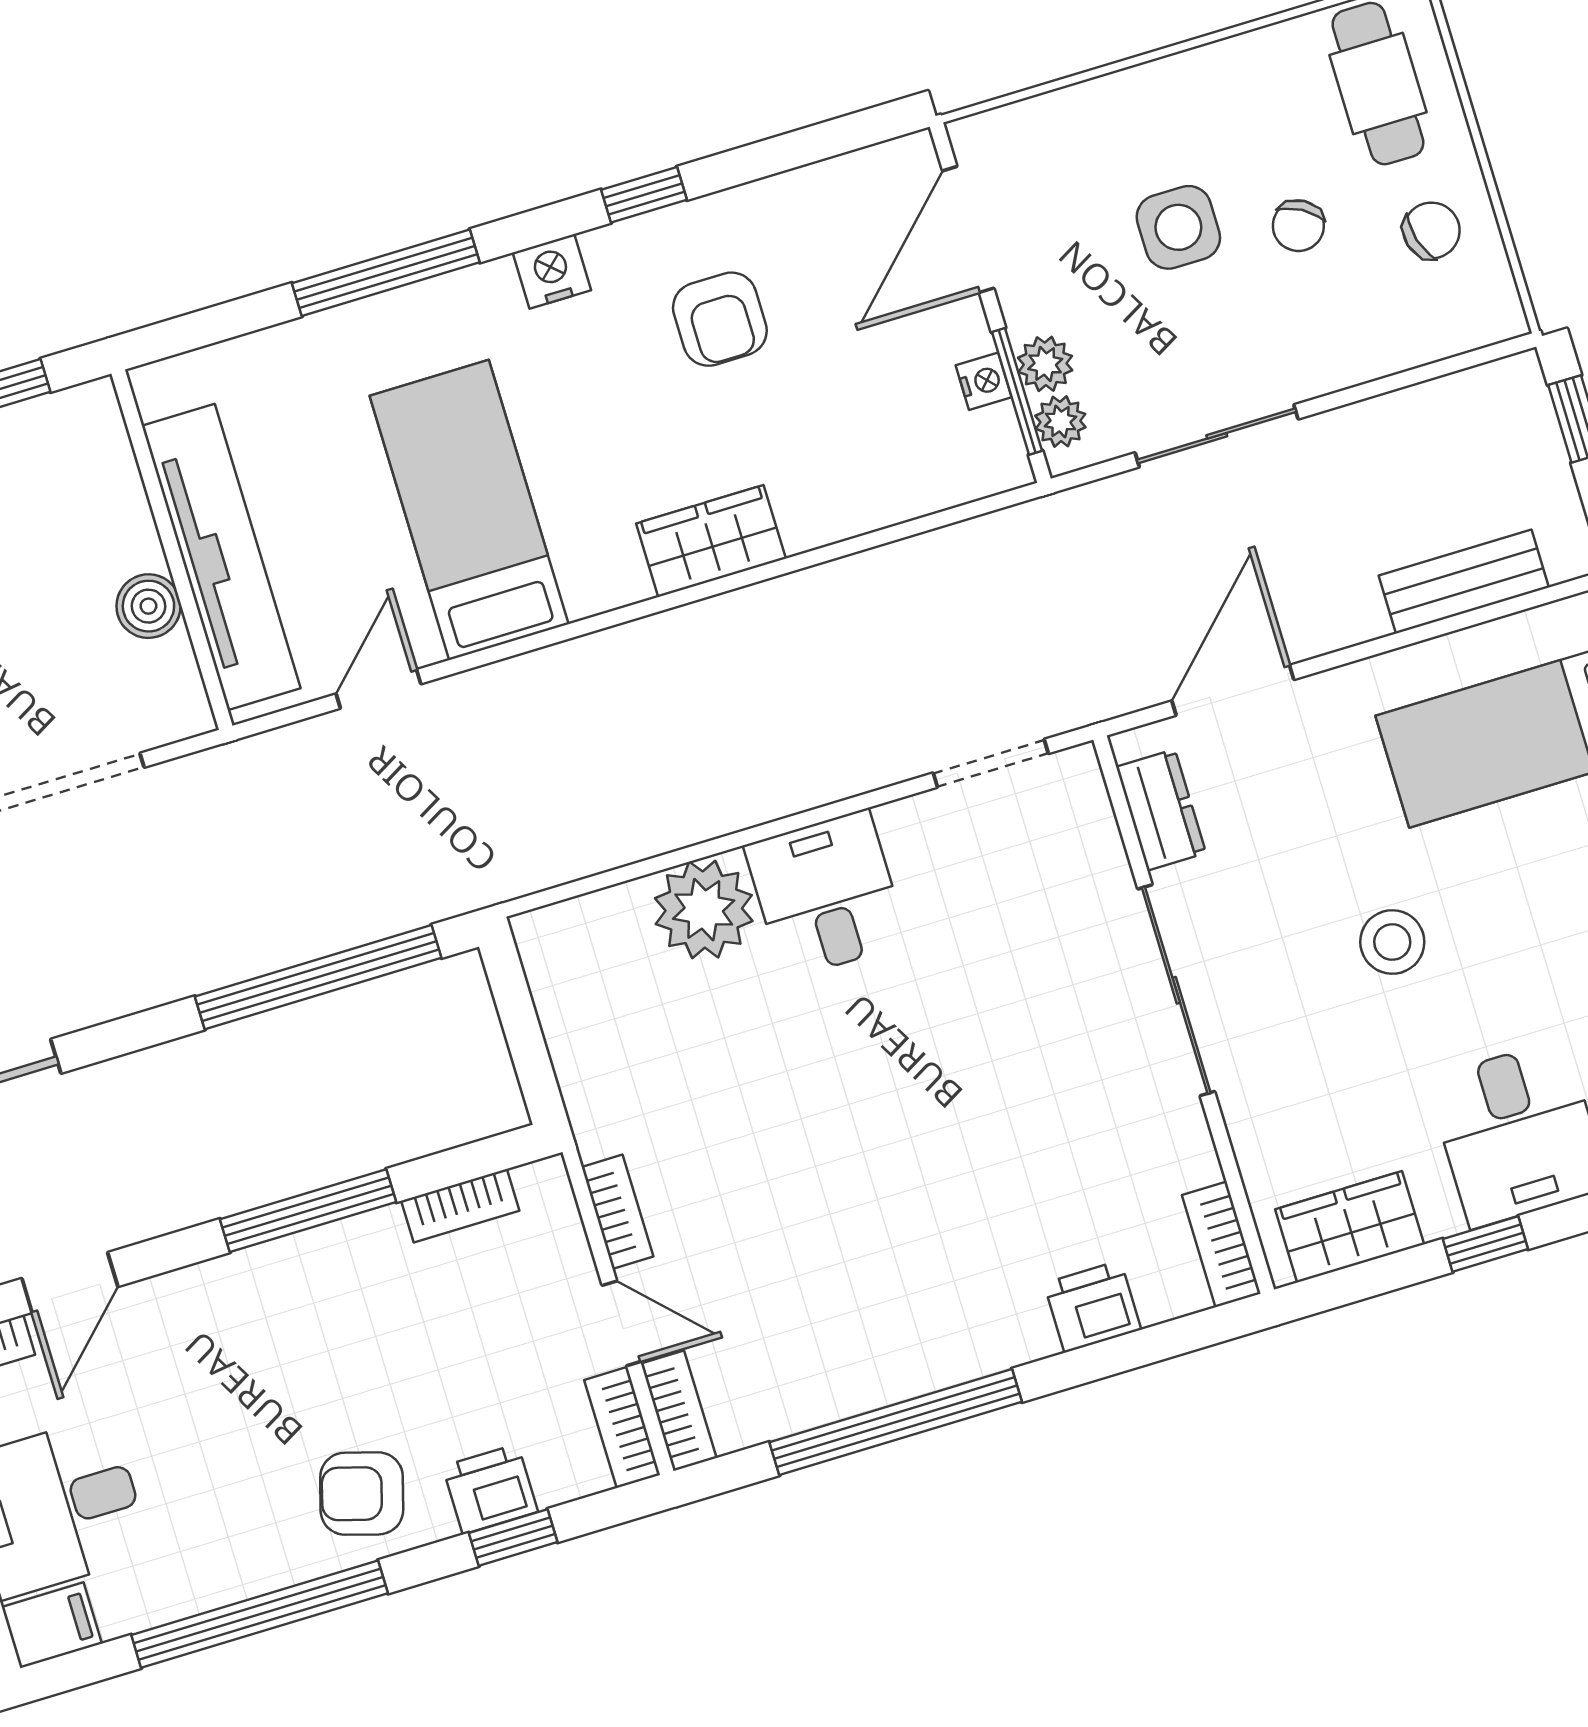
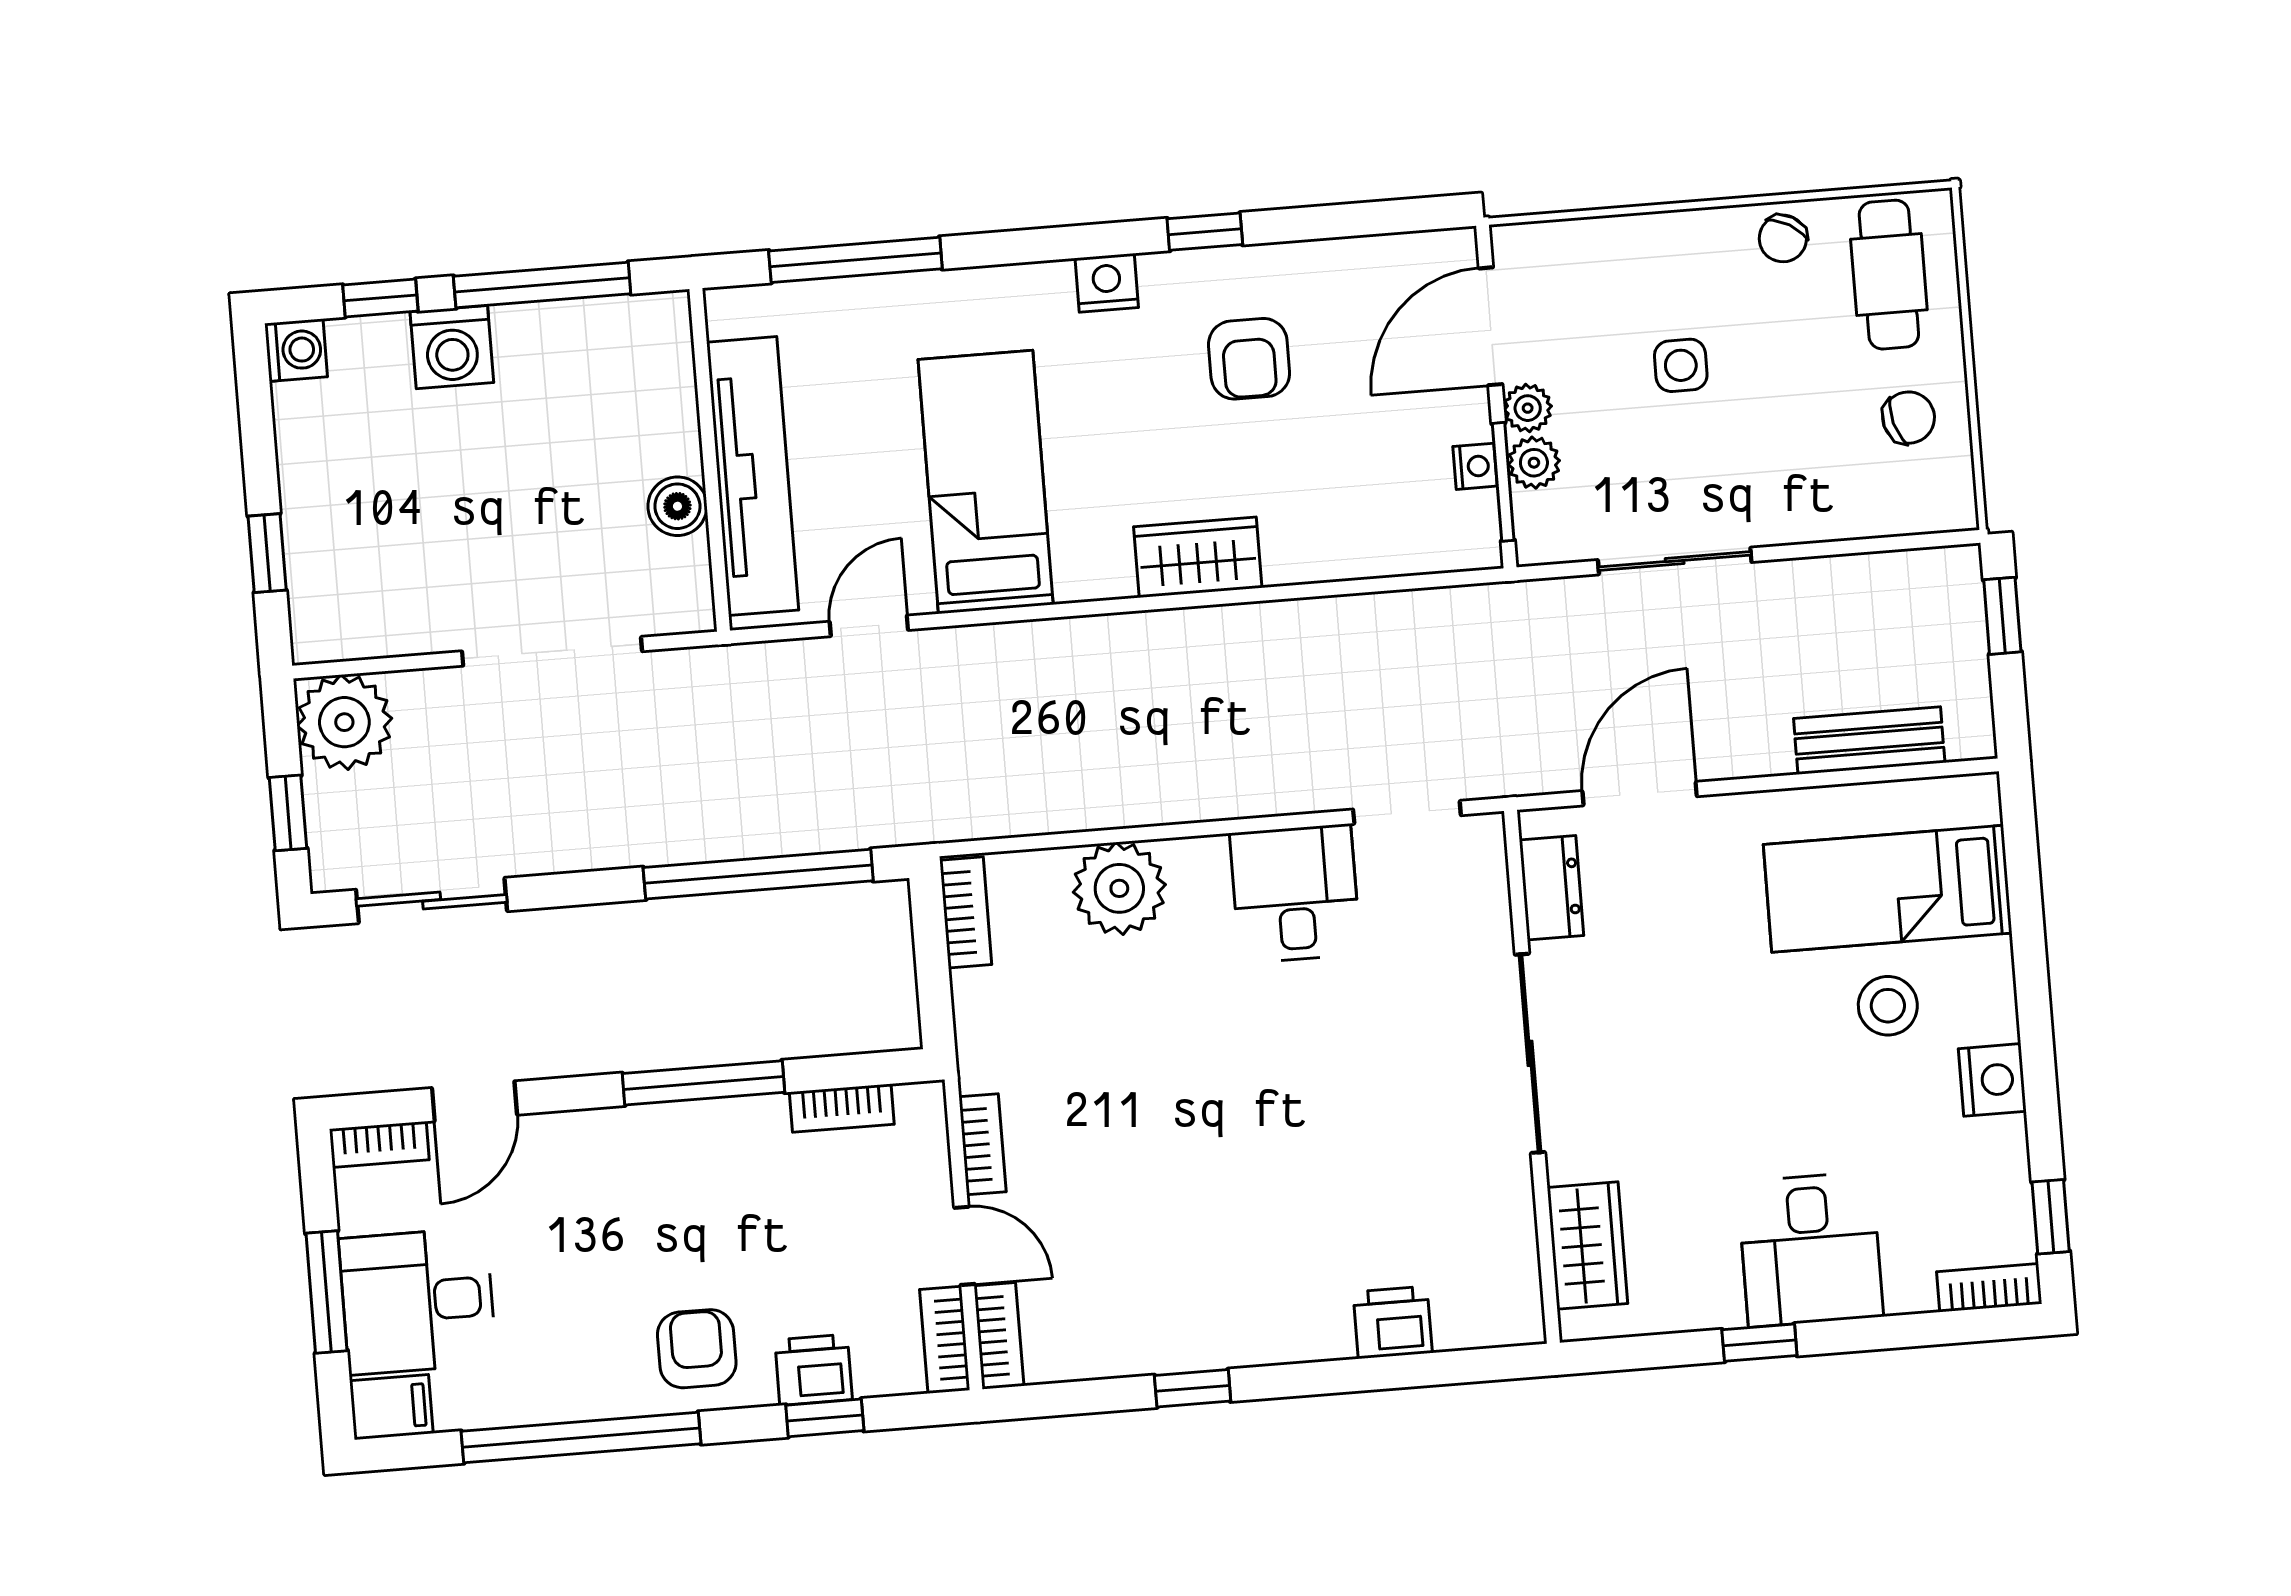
chair: (1298, 226) -> (1783, 238), moved
side table: (1178, 227) -> (1681, 365), width x0.73, depth x0.73
window: (386, 273) -> (855, 260), moved
plant: (1060, 421) -> (1528, 408), moved
desk: (826, 894) -> (1295, 894), moved
stool: (1392, 942) -> (1888, 1006), moved
wardrobe: (1350, 1227) -> (1587, 1245), moved, turned 90
bookcase: (1221, 1244) -> (966, 912), moved, turned 180
window: (896, 1422) -> (1193, 1388), width x0.32
armchair: (362, 1494) -> (697, 1349), turned 74

